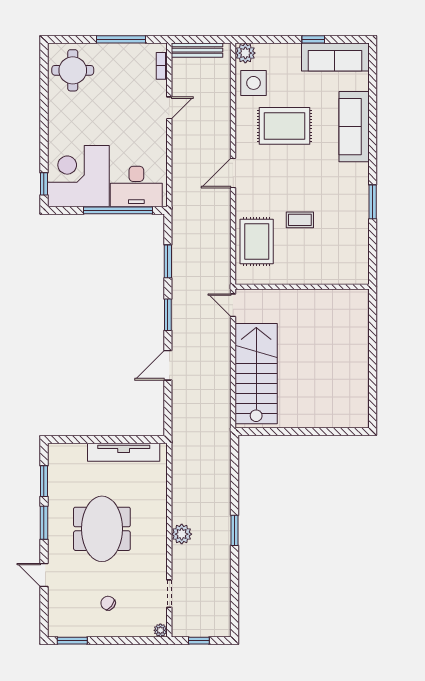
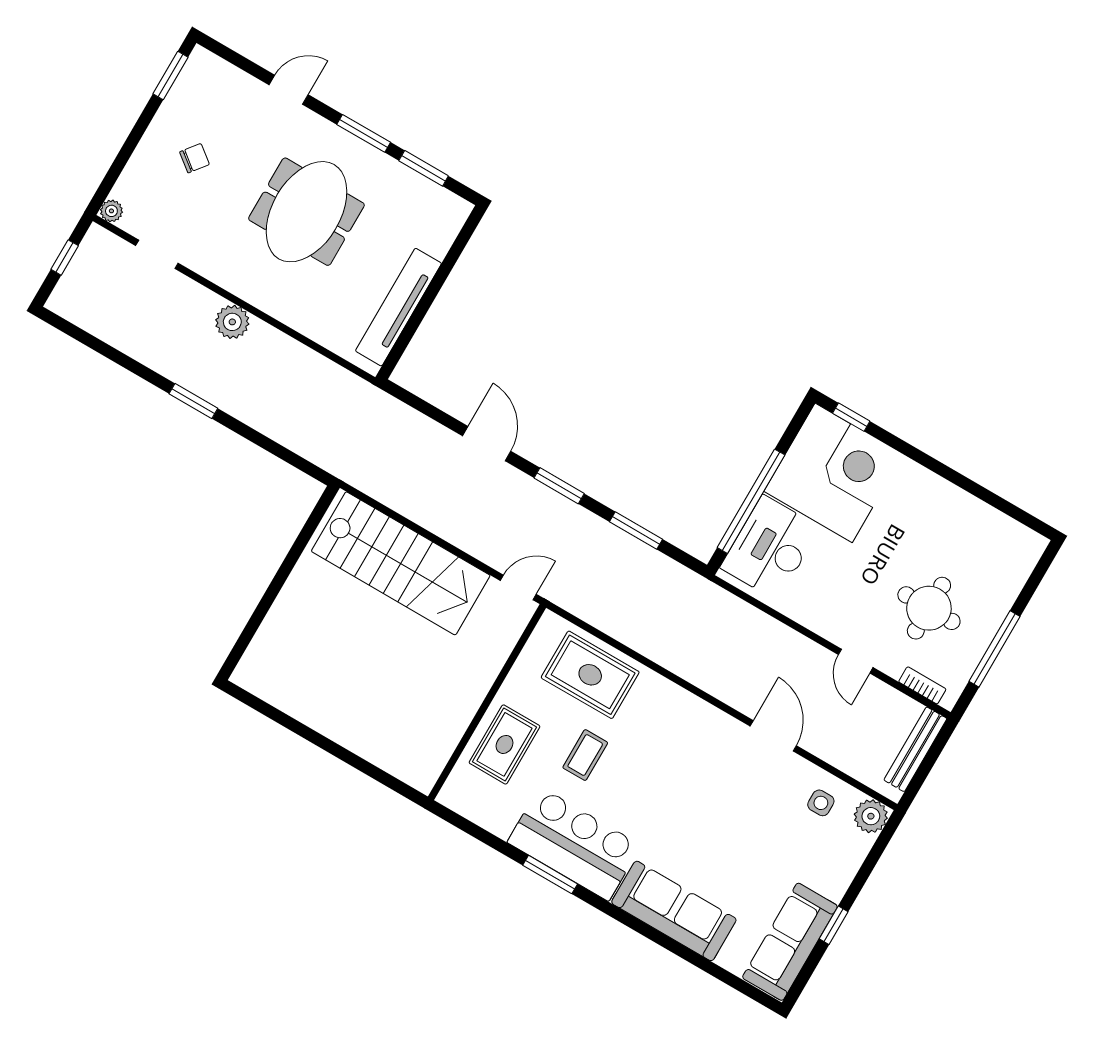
round table: (73, 70) -> (929, 608), moved
side table: (253, 83) -> (821, 803), width x0.54, depth x0.54
rug: (284, 126) -> (505, 744), moved, width x0.73, depth x0.70
door: (233, 173) -> (773, 736), moved
bar counter: (349, 199) -> (574, 844), added
meeting table: (102, 529) -> (306, 212), turned 90

